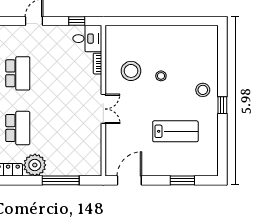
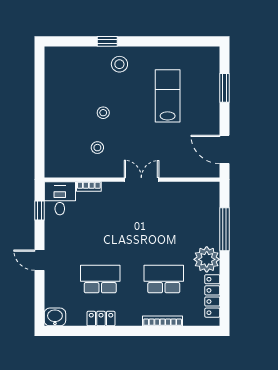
stool: (131, 71) -> (97, 148), width x0.53, depth x0.53
window: (222, 105) -> (107, 41), moved

